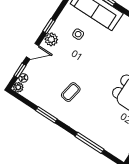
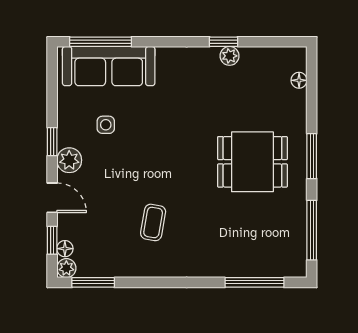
door: (32, 51) -> (52, 198), hinge flipped
window: (46, 115) -> (93, 282), moved
window: (90, 143) -> (254, 282), moved

